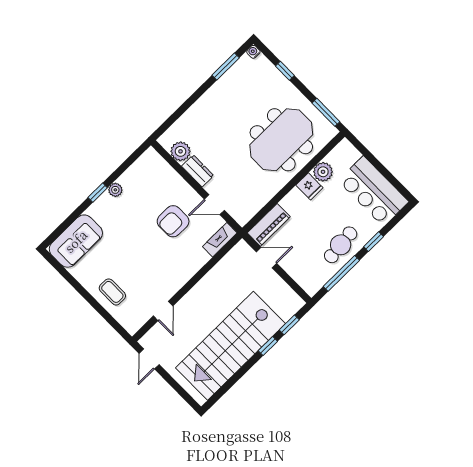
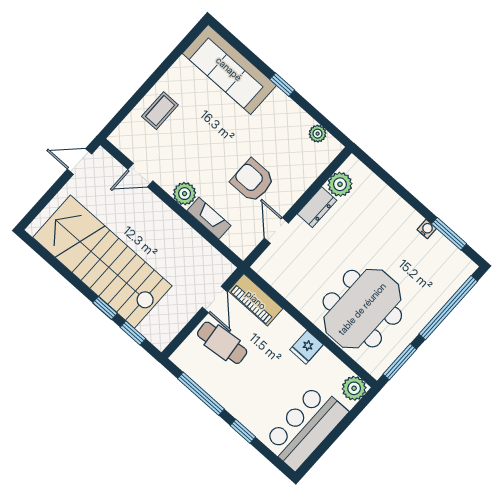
water cooler: (253, 52) -> (427, 229), moved
window: (285, 71) -> (448, 308), width x3.17
meeting table: (281, 140) -> (362, 309), turned 90
plant: (323, 172) -> (354, 388), moved
plant: (115, 190) -> (318, 134), moved
fireplace: (220, 240) -> (209, 218), moved
sofa: (76, 241) -> (229, 69), width x1.36
cafe table: (341, 245) -> (222, 343), moved
plant: (180, 276) -> (185, 194), added

